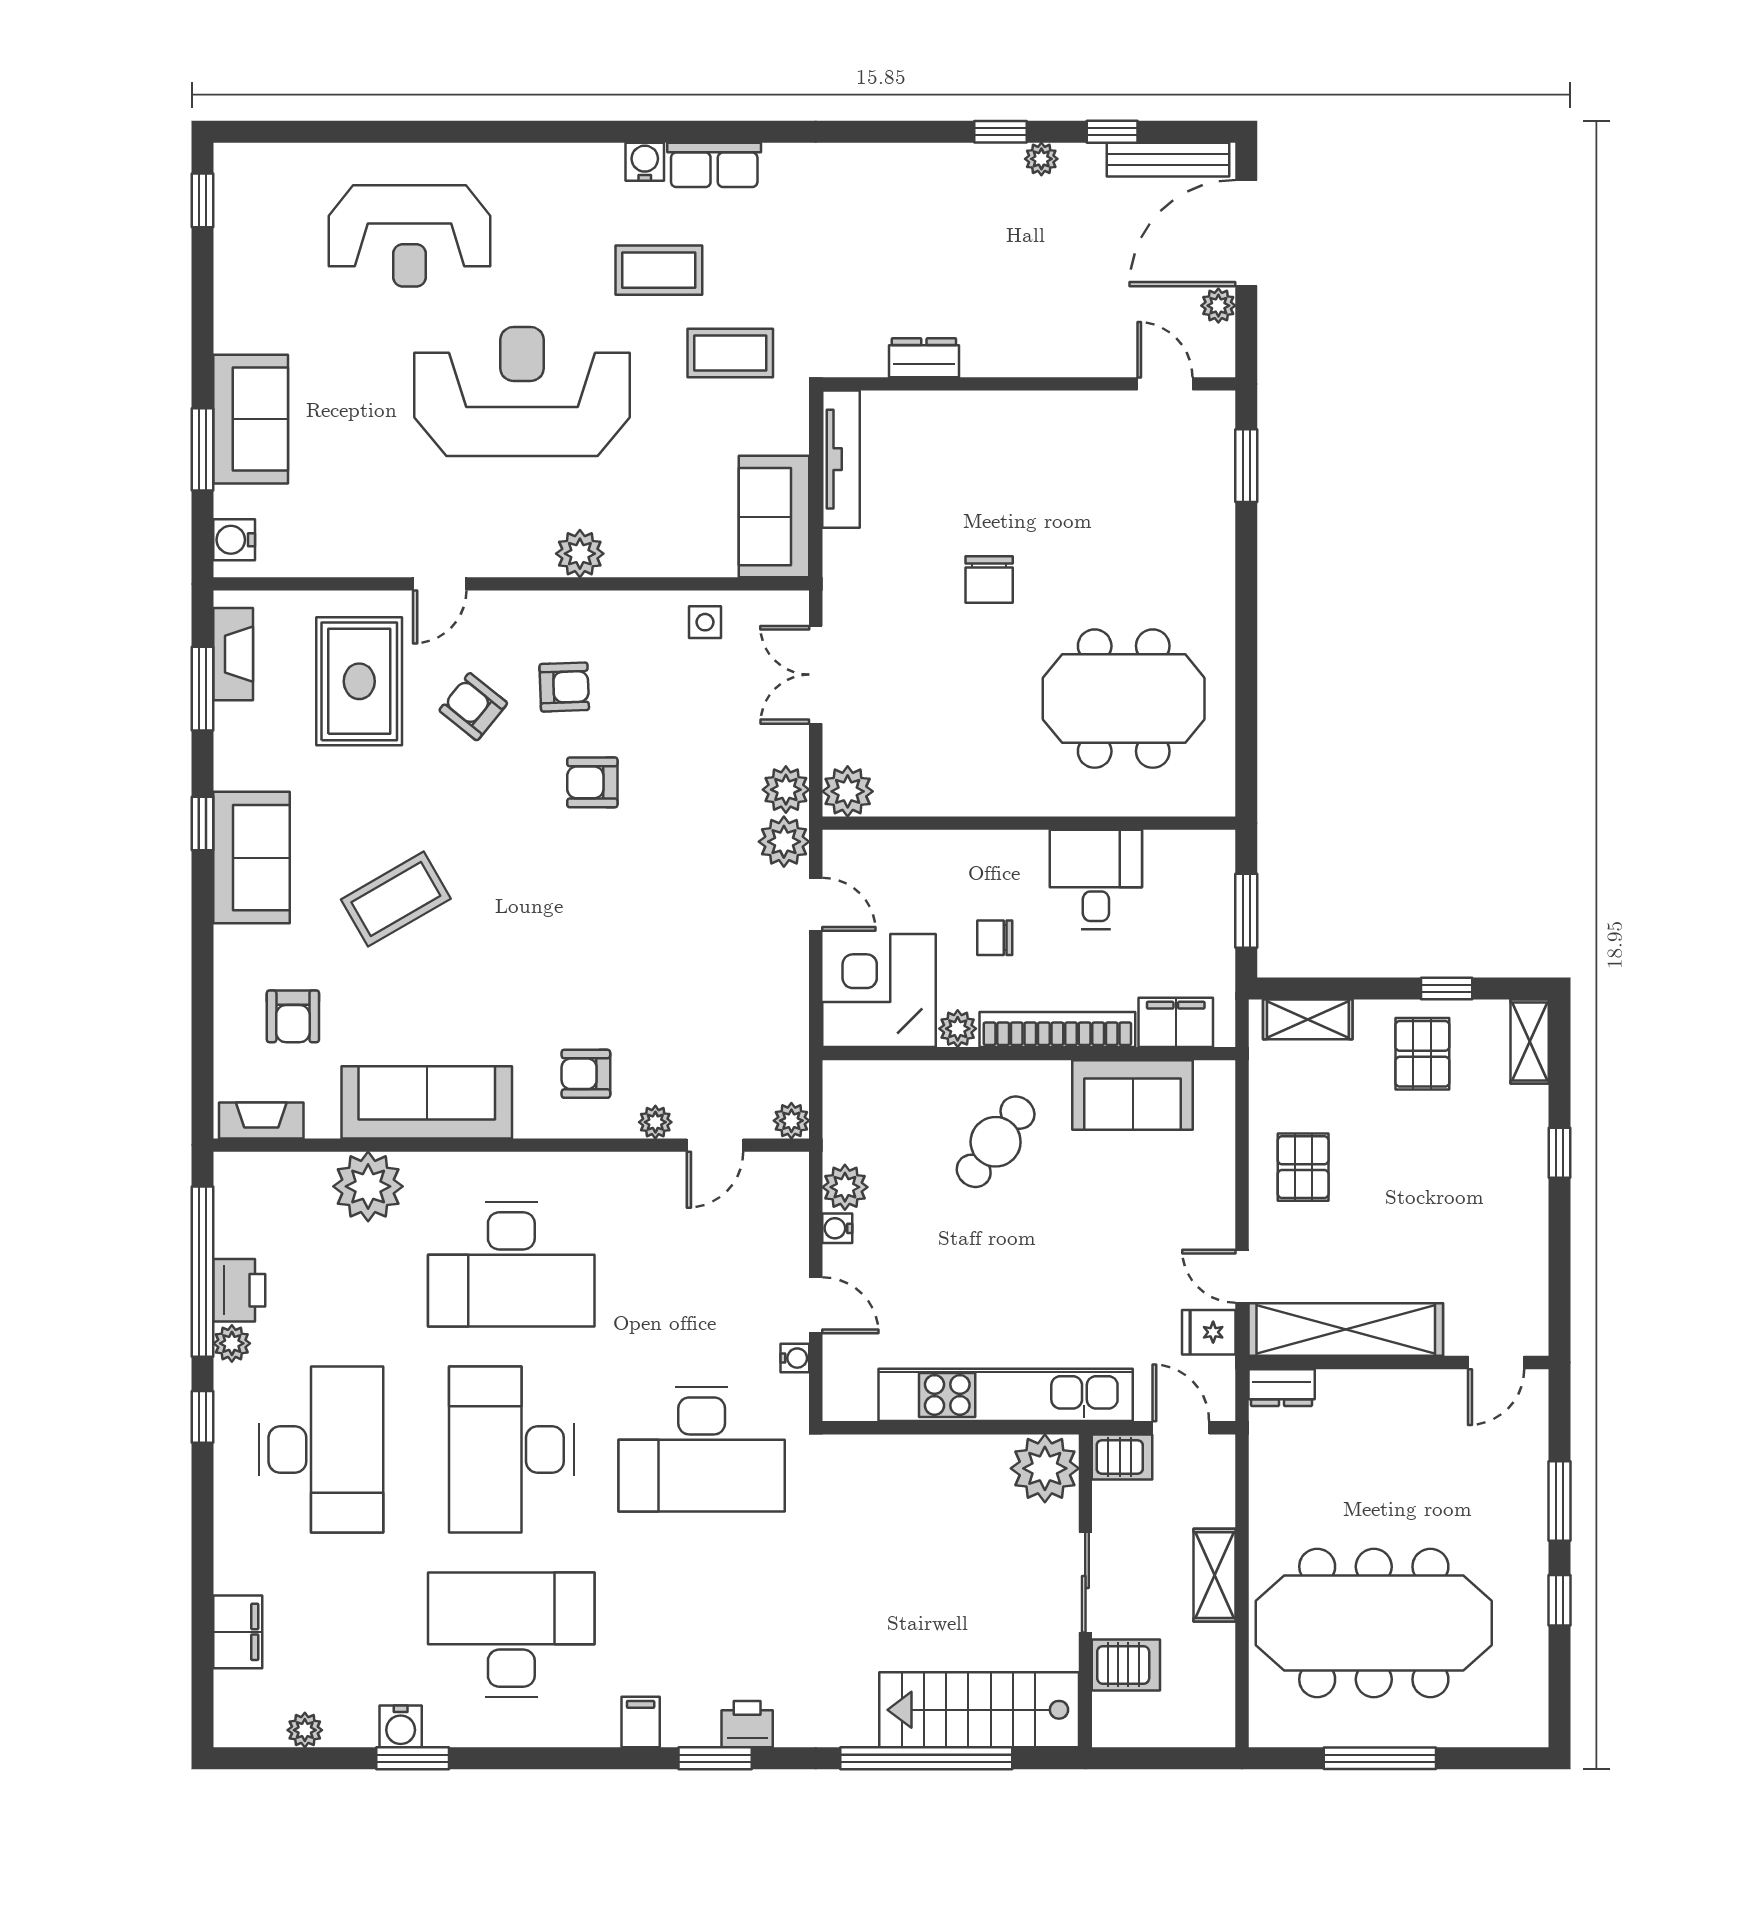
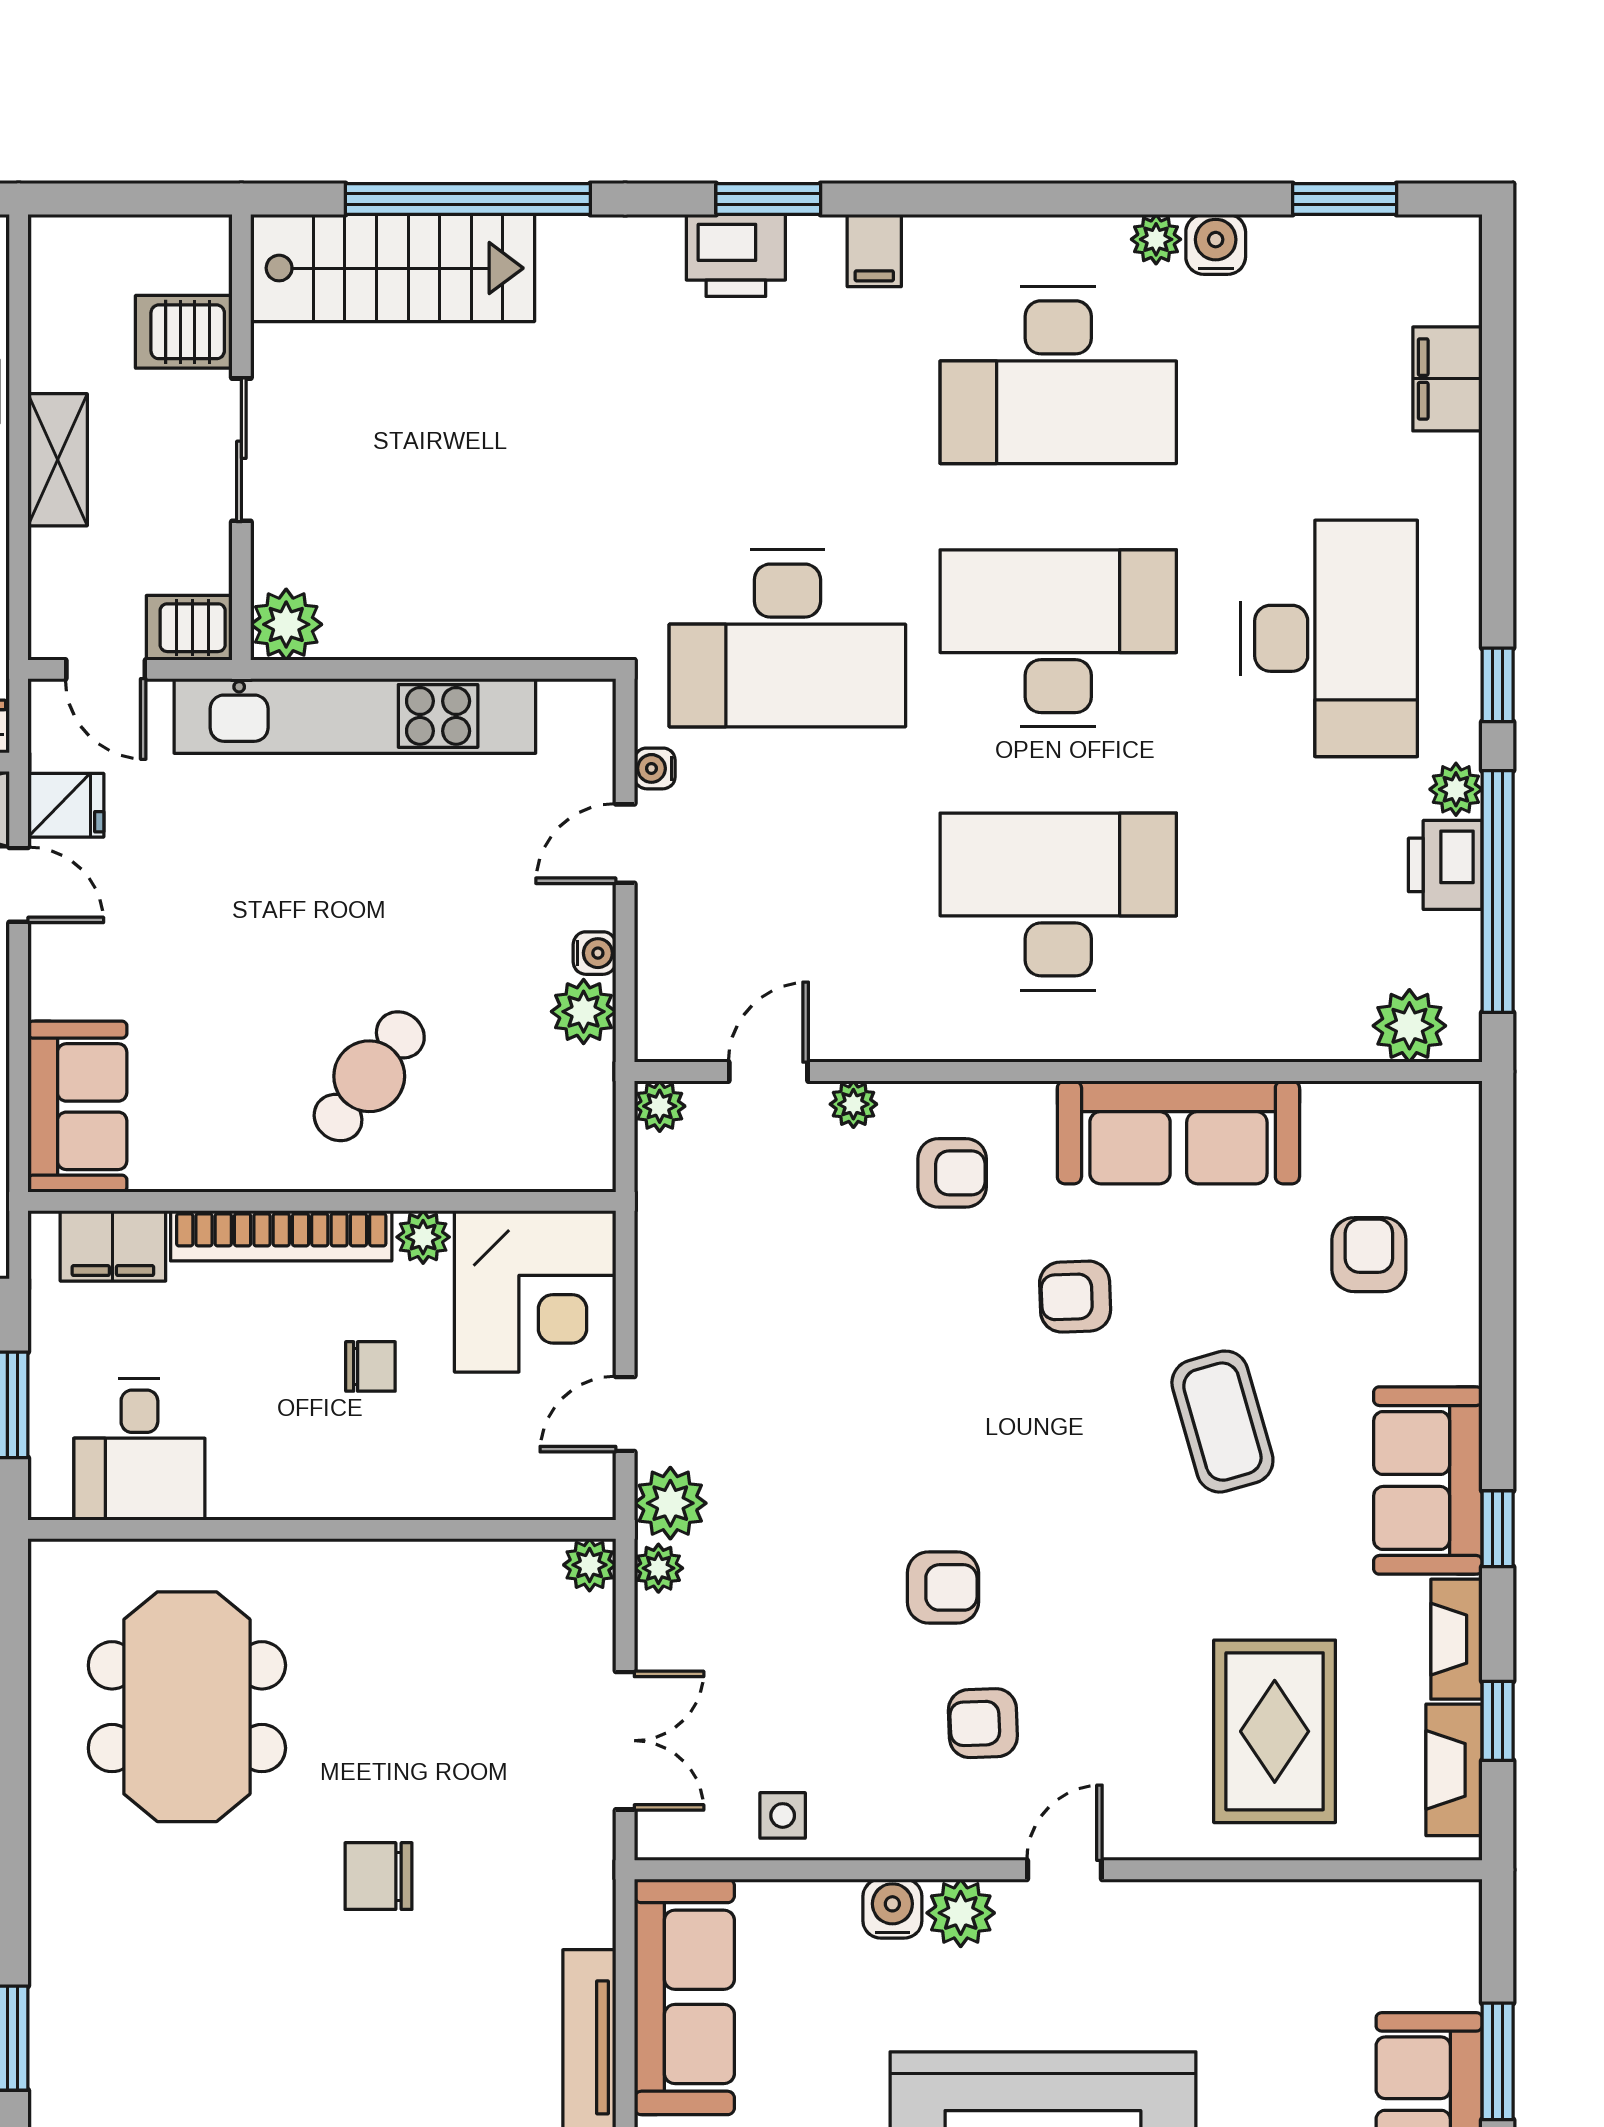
sofa: (774, 517) -> (684, 1997), width x1.36
water cooler: (234, 540) -> (892, 1909), moved, turned -90
chair: (989, 580) -> (378, 1876), turned -90
door: (440, 584) -> (1065, 1870), moved
window: (203, 689) -> (1498, 1721), width x0.67
meeting table: (1124, 699) -> (187, 1707), turned 90
armchair: (473, 707) -> (1075, 1297), moved, turned 139
plant: (786, 790) -> (658, 1568), width x0.73, depth x0.73
plant: (848, 791) -> (590, 1565), width x0.73, depth x0.73
desk: (1096, 879) -> (139, 1449), moved
coffee table: (396, 899) -> (1222, 1422), turned -76
door: (816, 904) -> (625, 1414), hinge flipped
sofa: (1133, 1095) -> (77, 1107), moved, turned 90
fireplace: (261, 1121) -> (1456, 1639), moved, turned 90
plant: (368, 1186) -> (1409, 1026), moved, width x0.73, depth x0.73
door: (816, 1305) -> (625, 844), hinge flipped
desk: (321, 1450) -> (1329, 638), turned 180
desk: (511, 1450) -> (1058, 638), turned -90
desk: (702, 1450) -> (787, 638), turned 180
plant: (1045, 1468) -> (286, 624), width x0.73, depth x0.73
printer: (747, 1724) -> (736, 255), width x1.36, depth x1.24
plant: (305, 1730) -> (1156, 239), moved
window: (413, 1758) -> (1345, 199), moved

